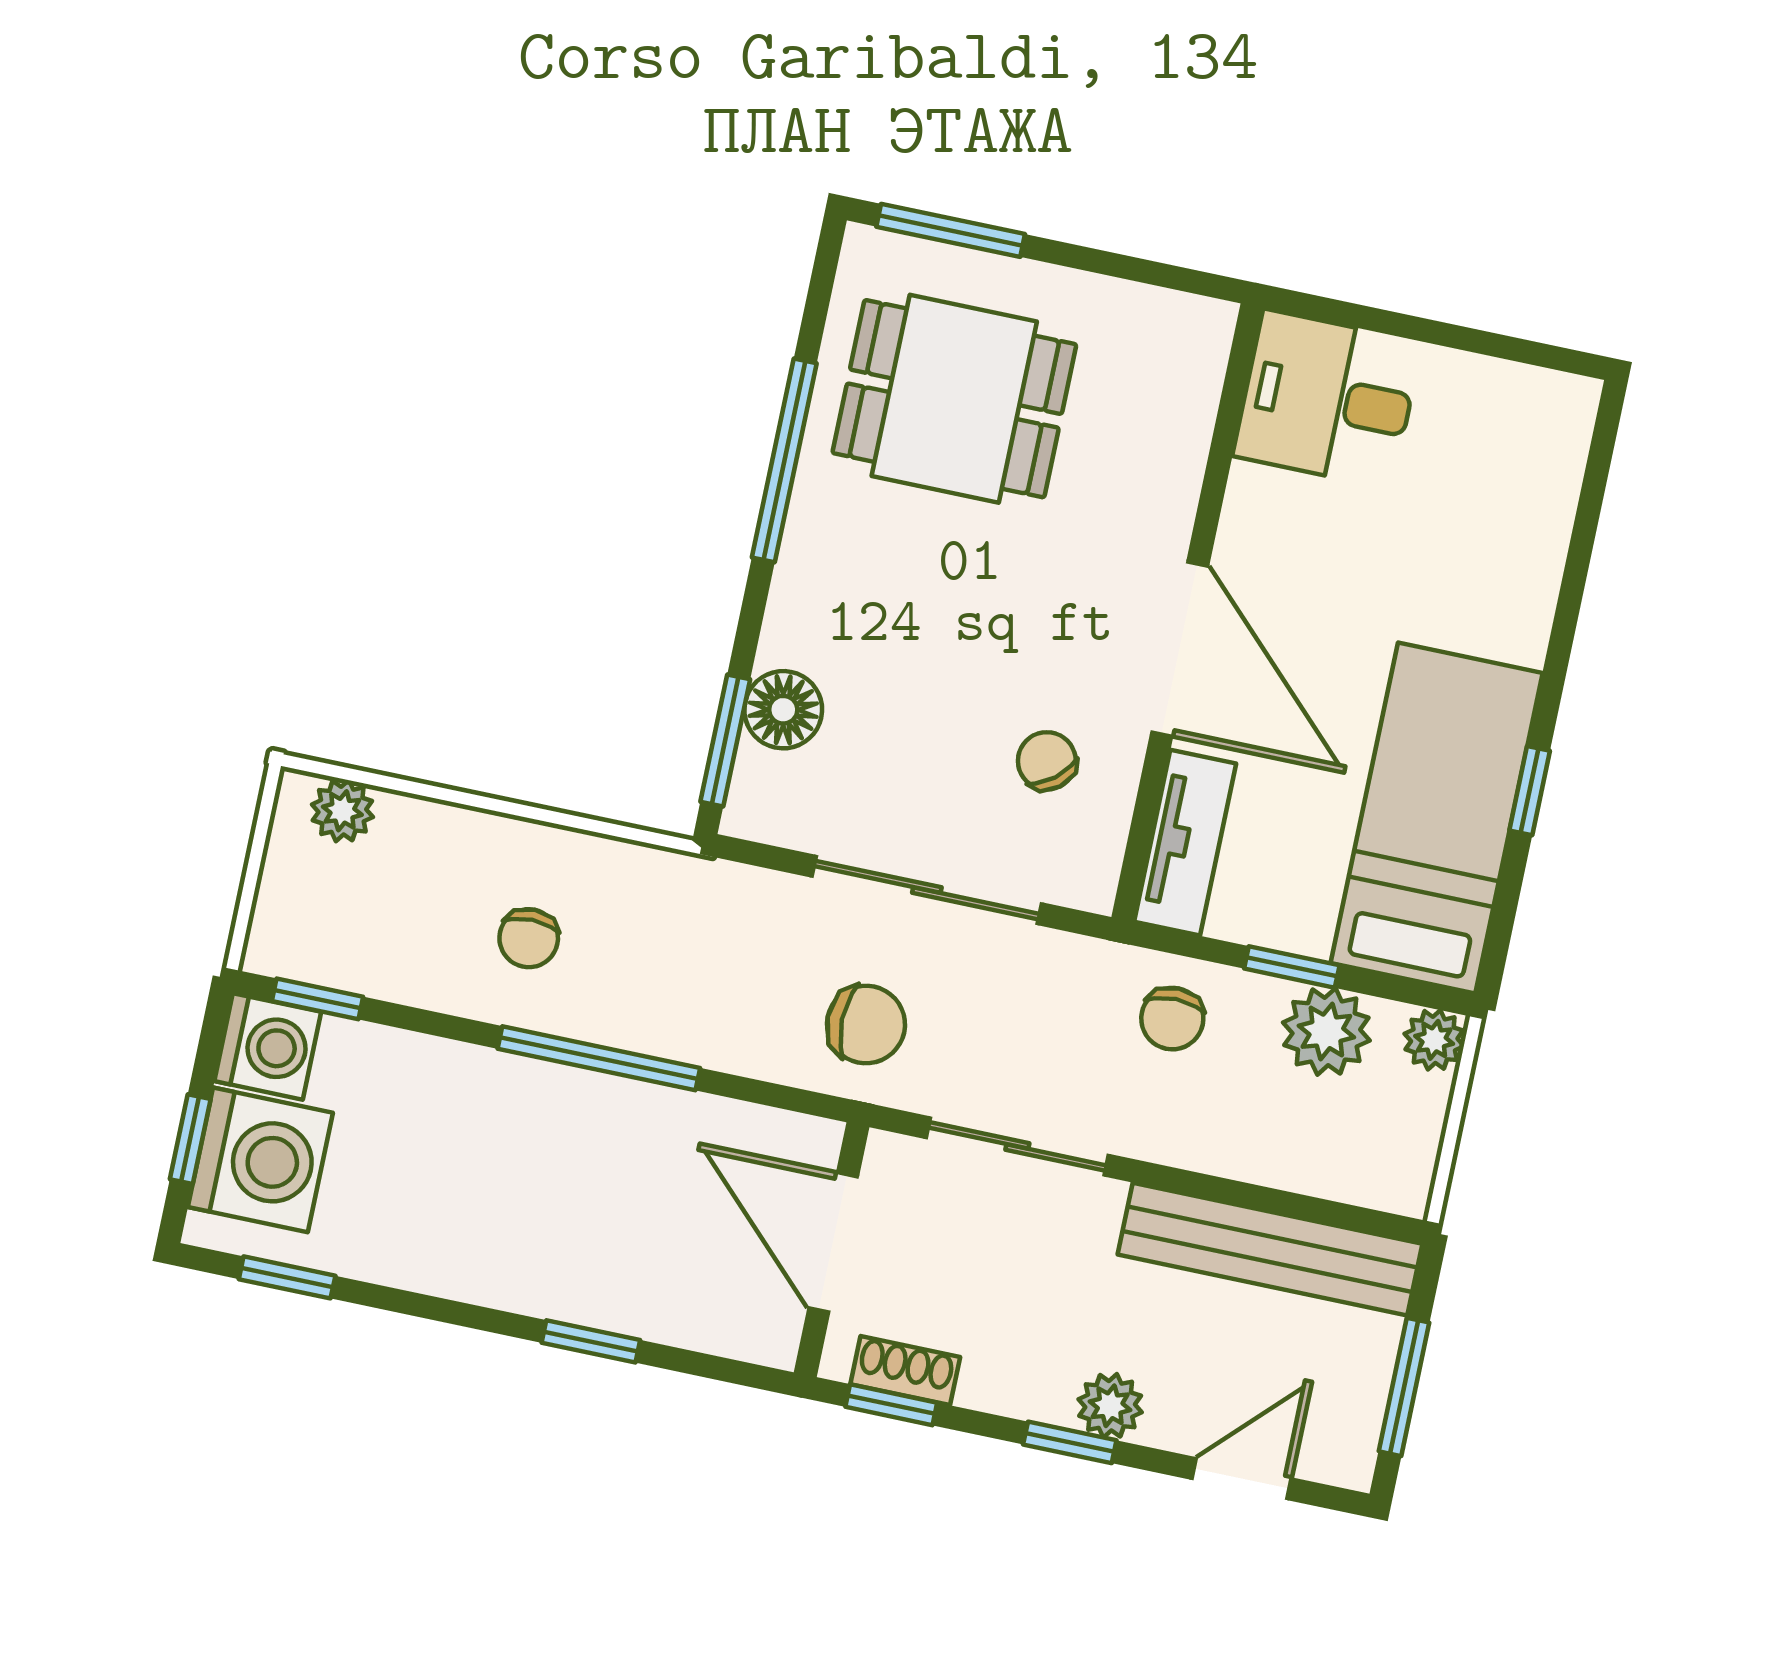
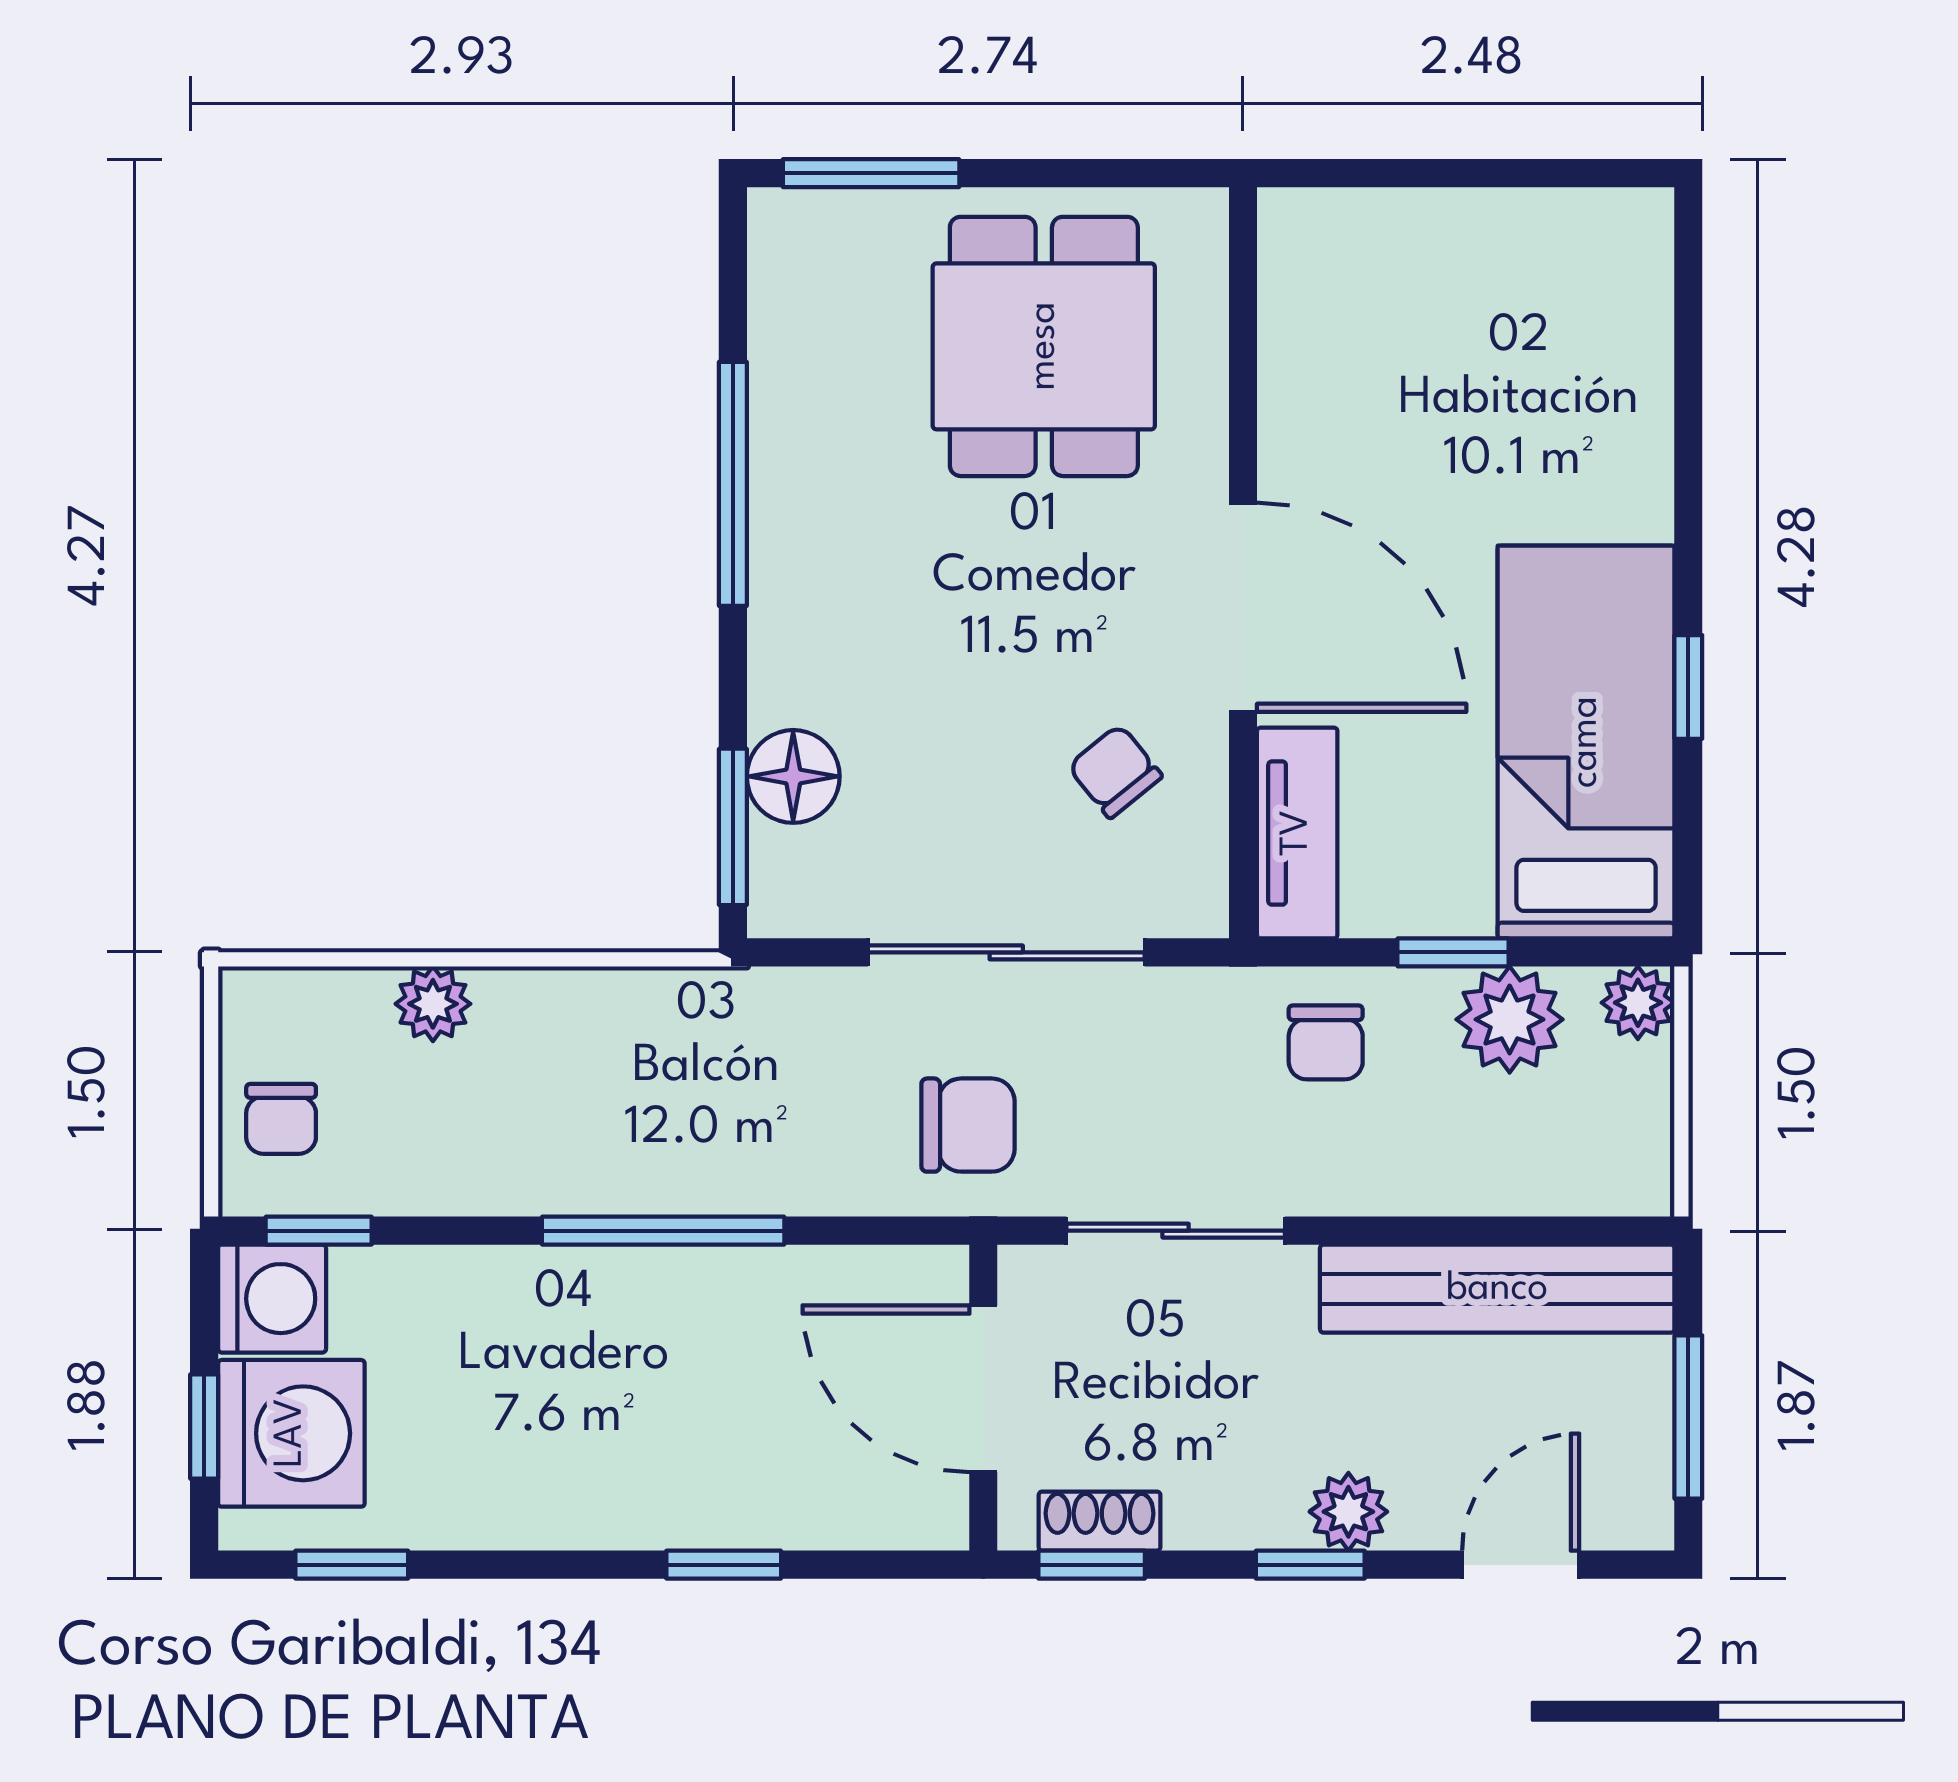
dining table: (954, 399) -> (1044, 346), moved, turned 90
desk: (1328, 399) -> (1355, 278), removed
plant: (342, 811) -> (433, 1004), moved
chair: (529, 938) -> (281, 1119), moved

